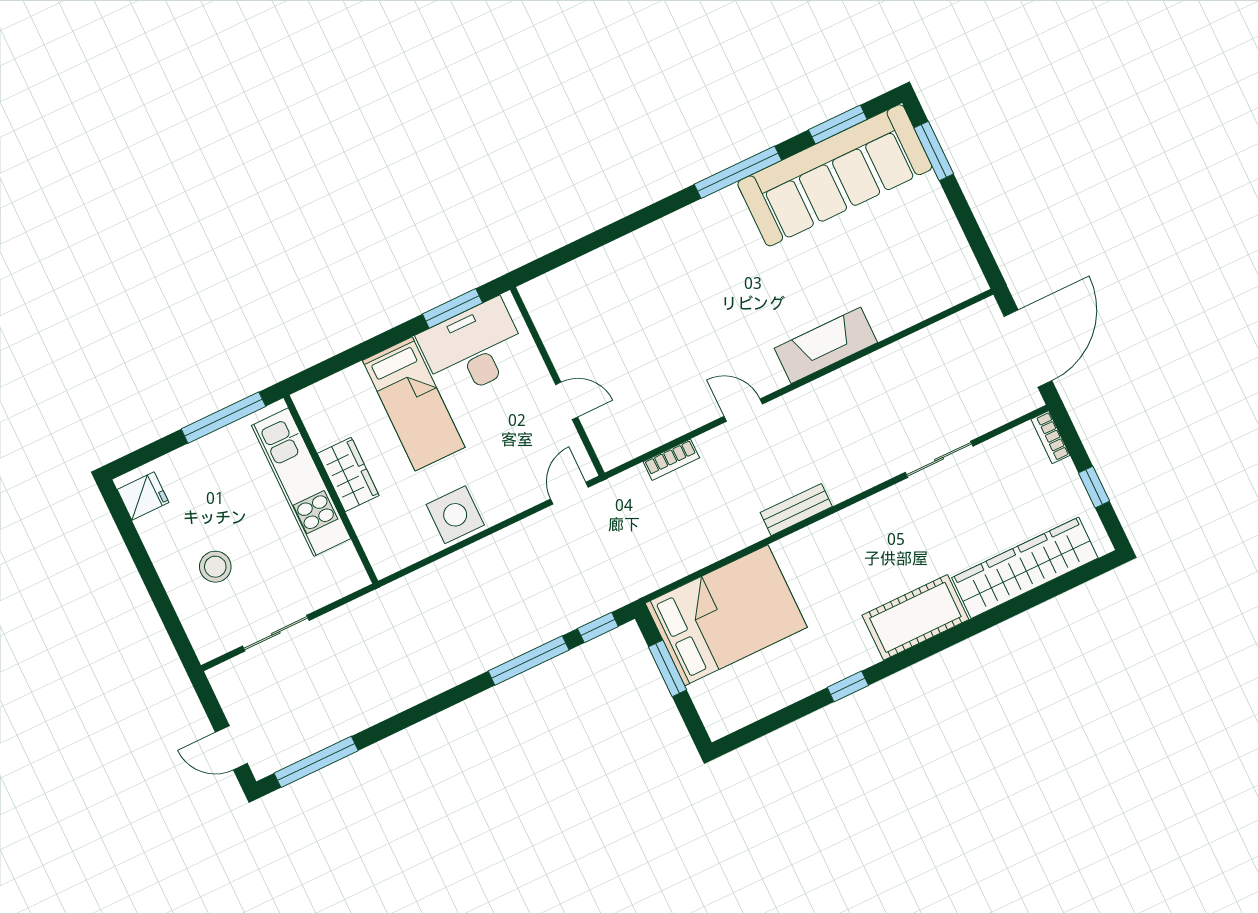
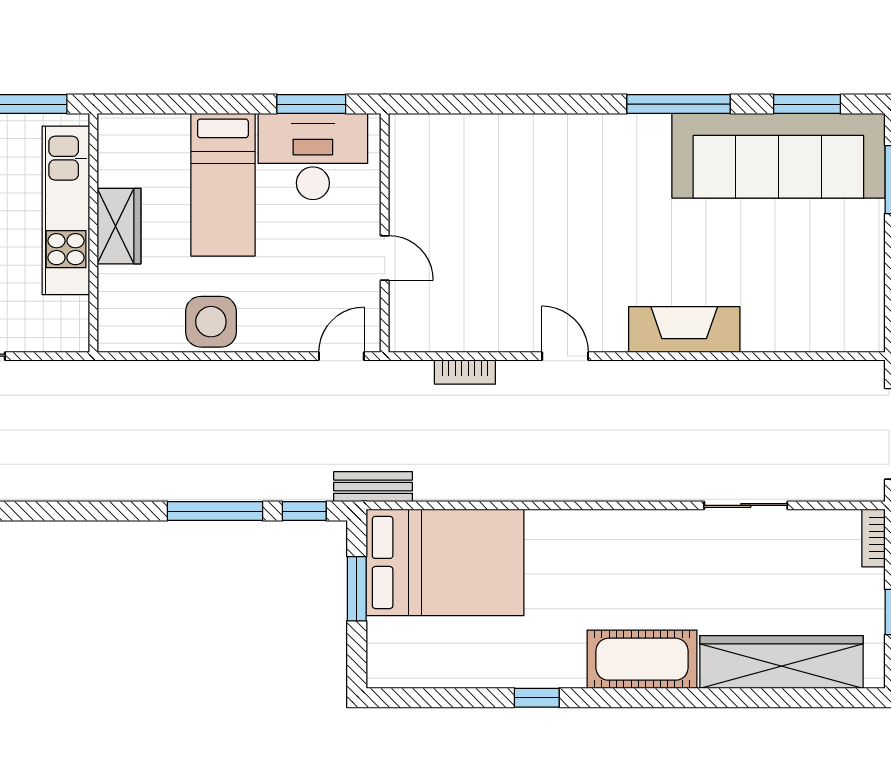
bench: (796, 510) -> (373, 487), moved

